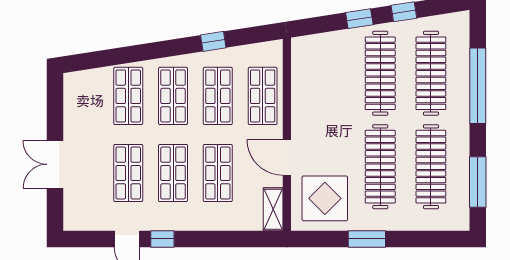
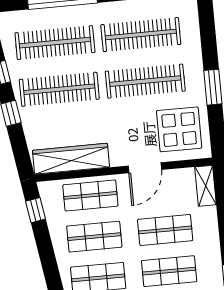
window: (213, 41) -> (36, 210), moved
wardrobe: (304, 79) -> (71, 159), added
shelving: (273, 209) -> (206, 186), moved, turned 90

